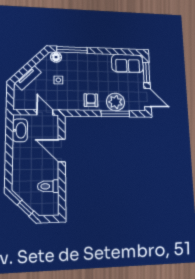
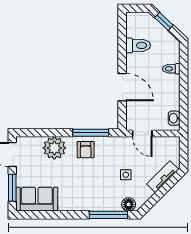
window: (115, 114) -> (91, 133), moved
washbasin: (20, 130) -> (174, 118), width x0.52, depth x0.69
toilet: (20, 167) -> (171, 69), added

